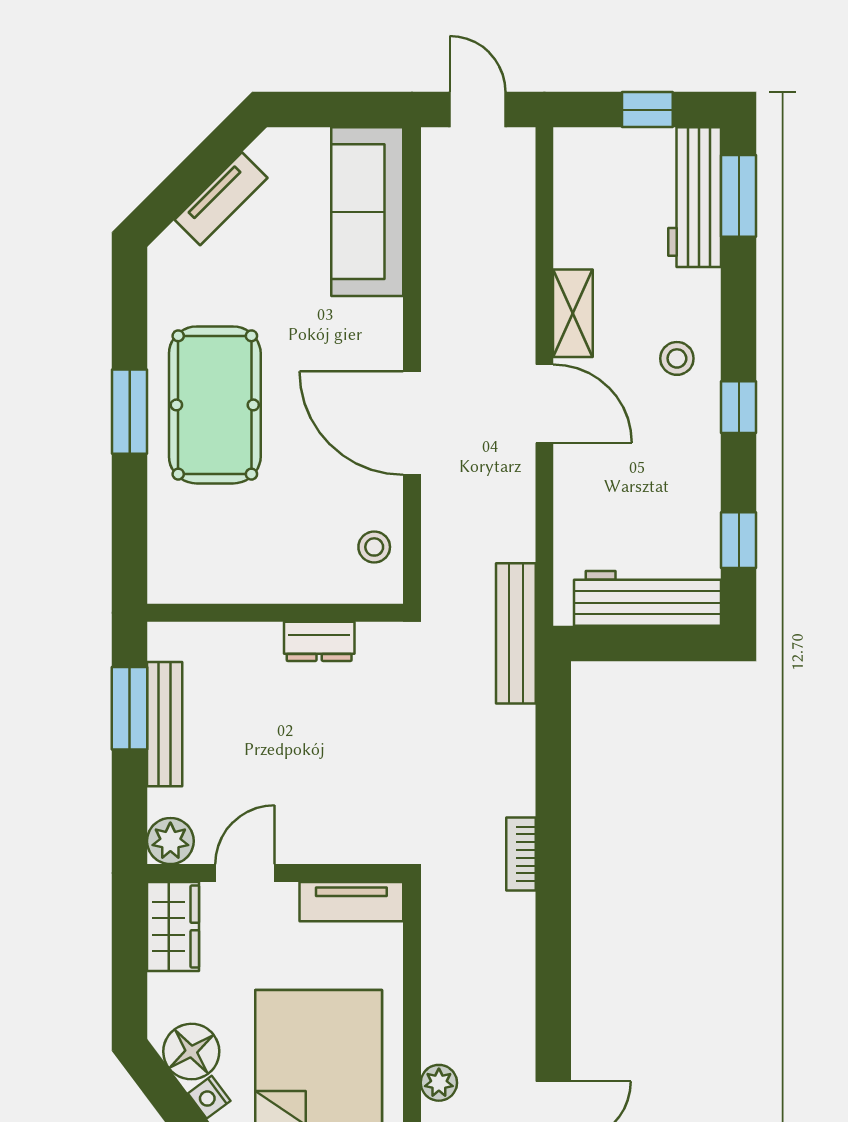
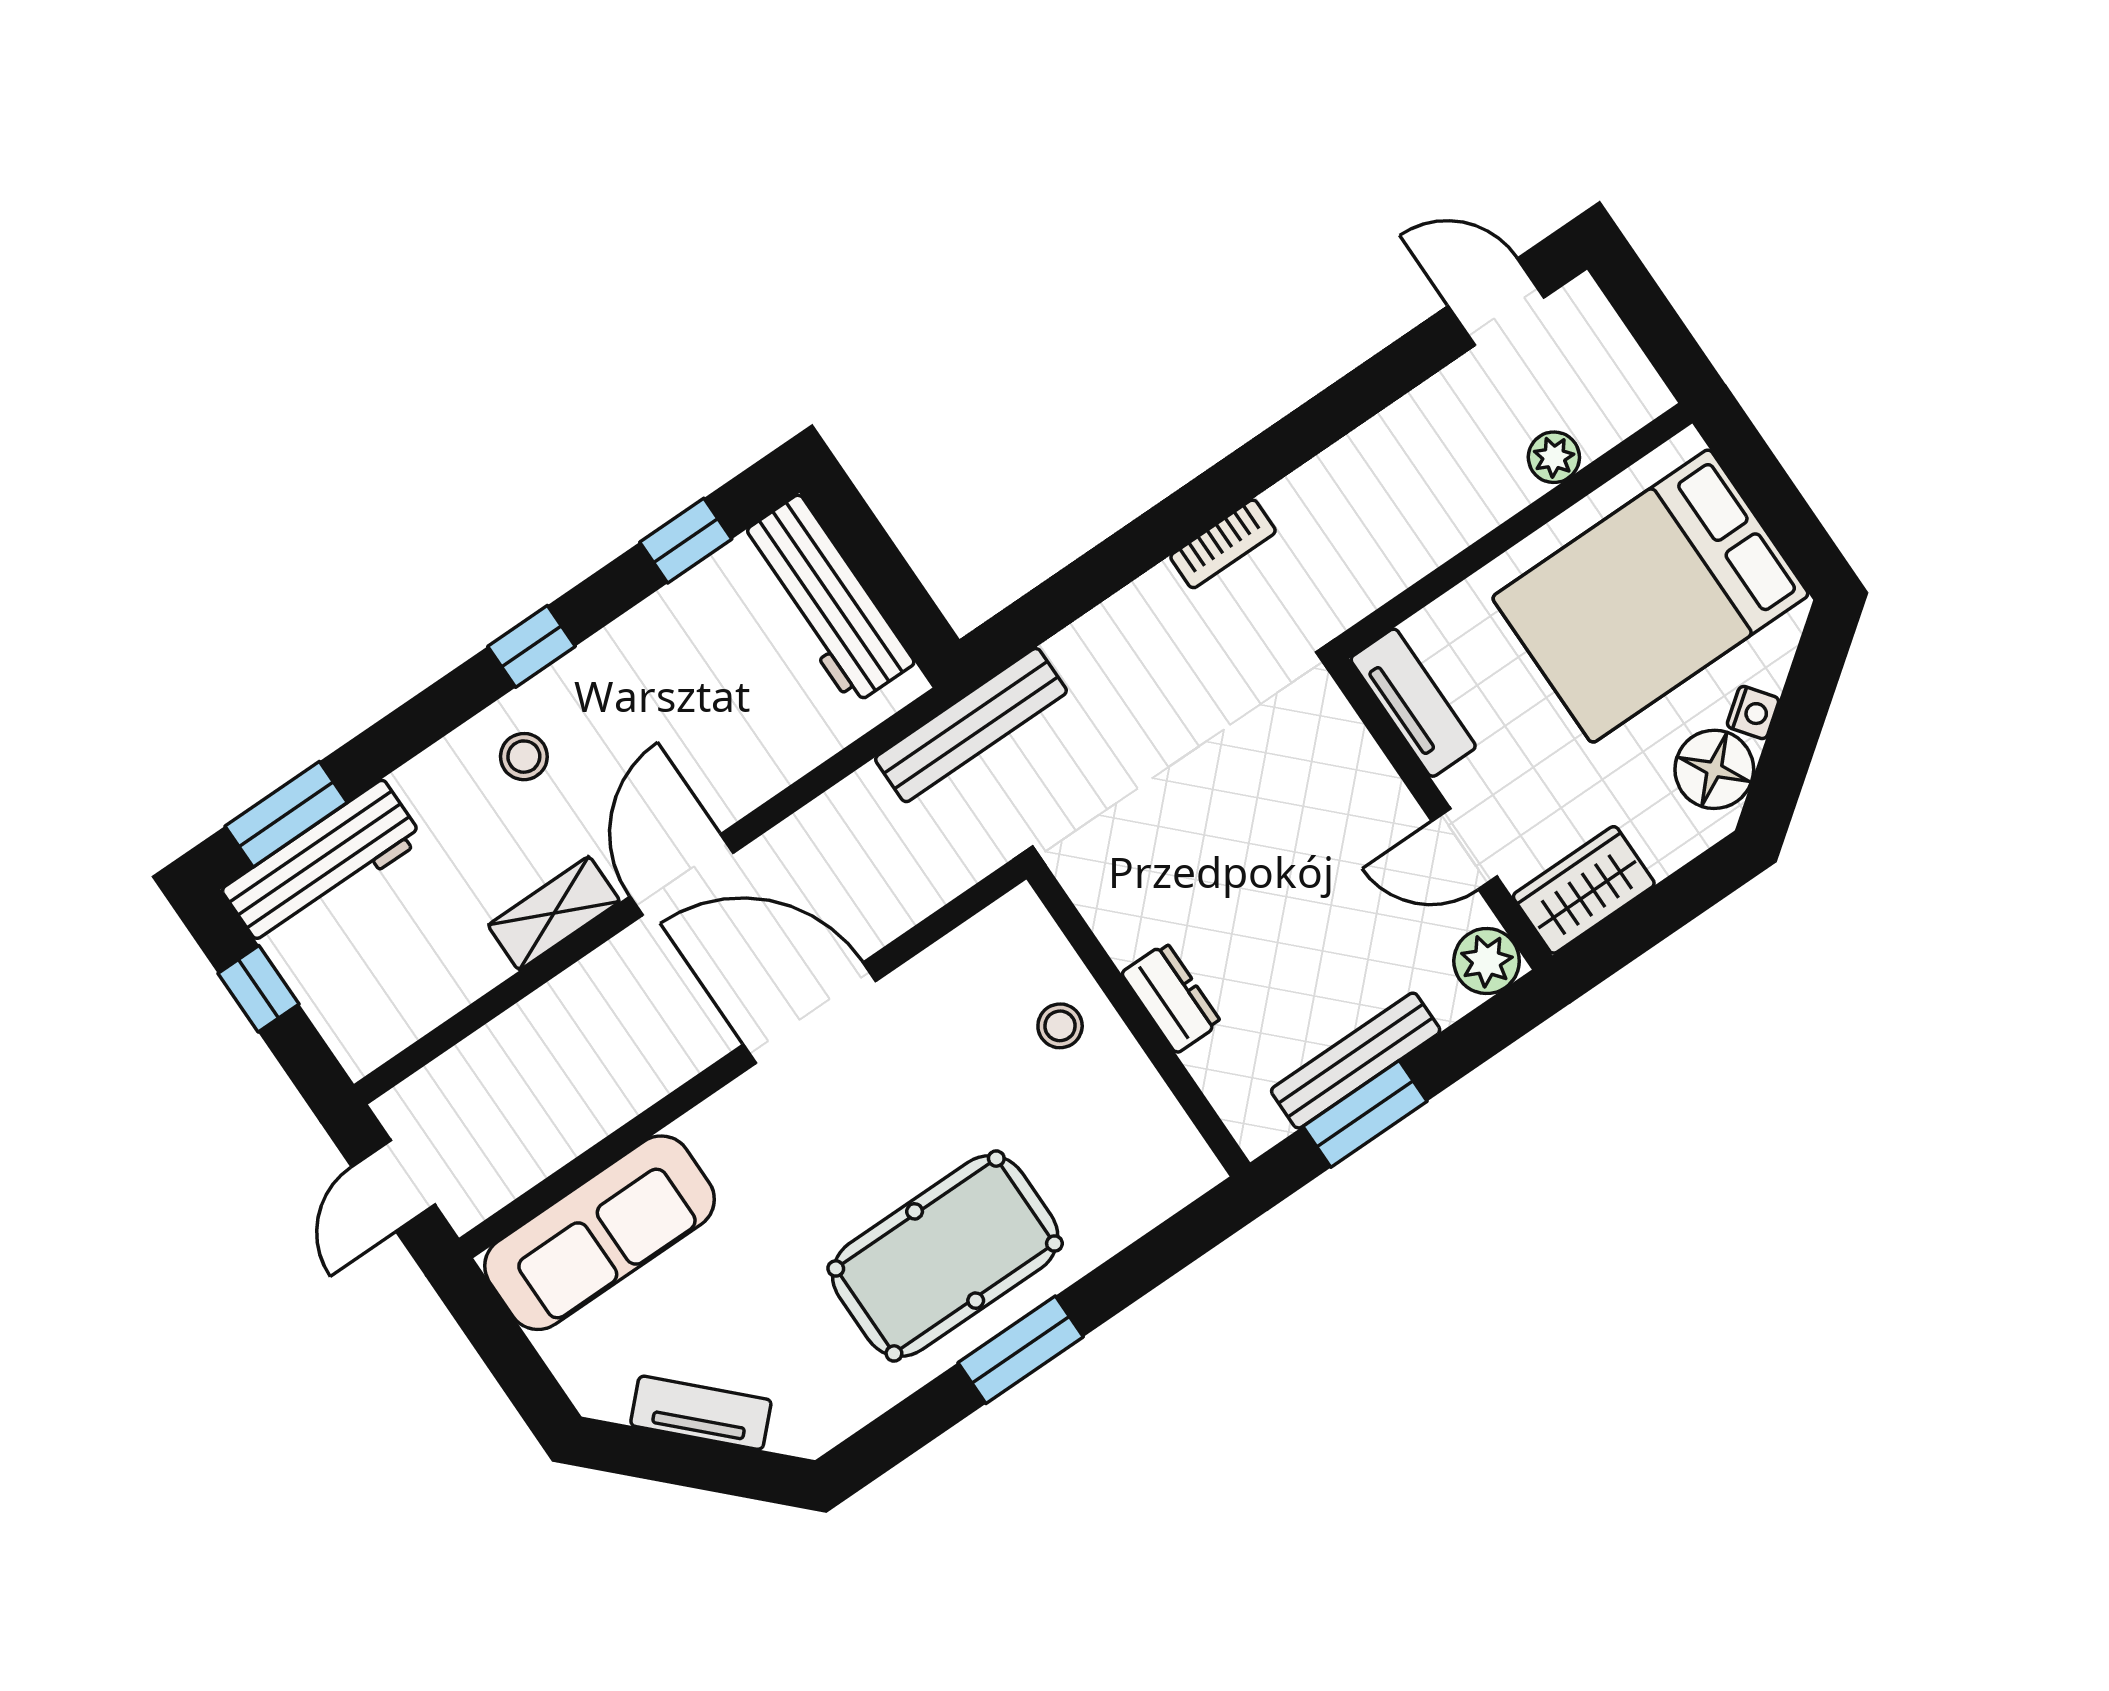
door: (412, 423) -> (809, 1013), swing flipped
stool: (374, 547) -> (1060, 1026), moved
dresser: (319, 641) -> (1171, 998), moved

